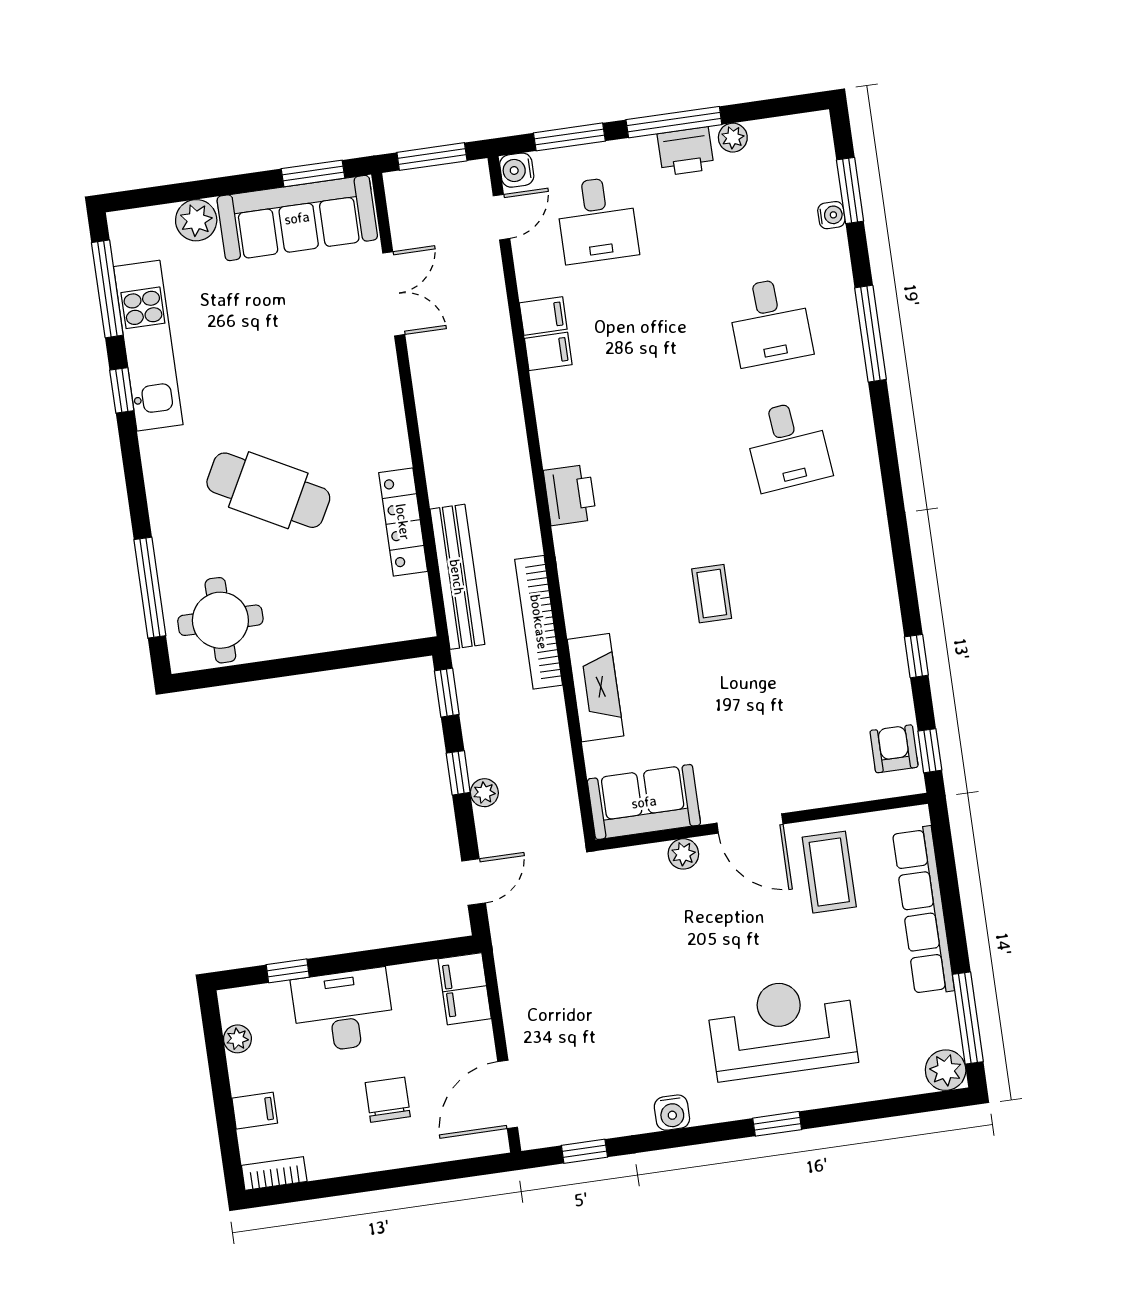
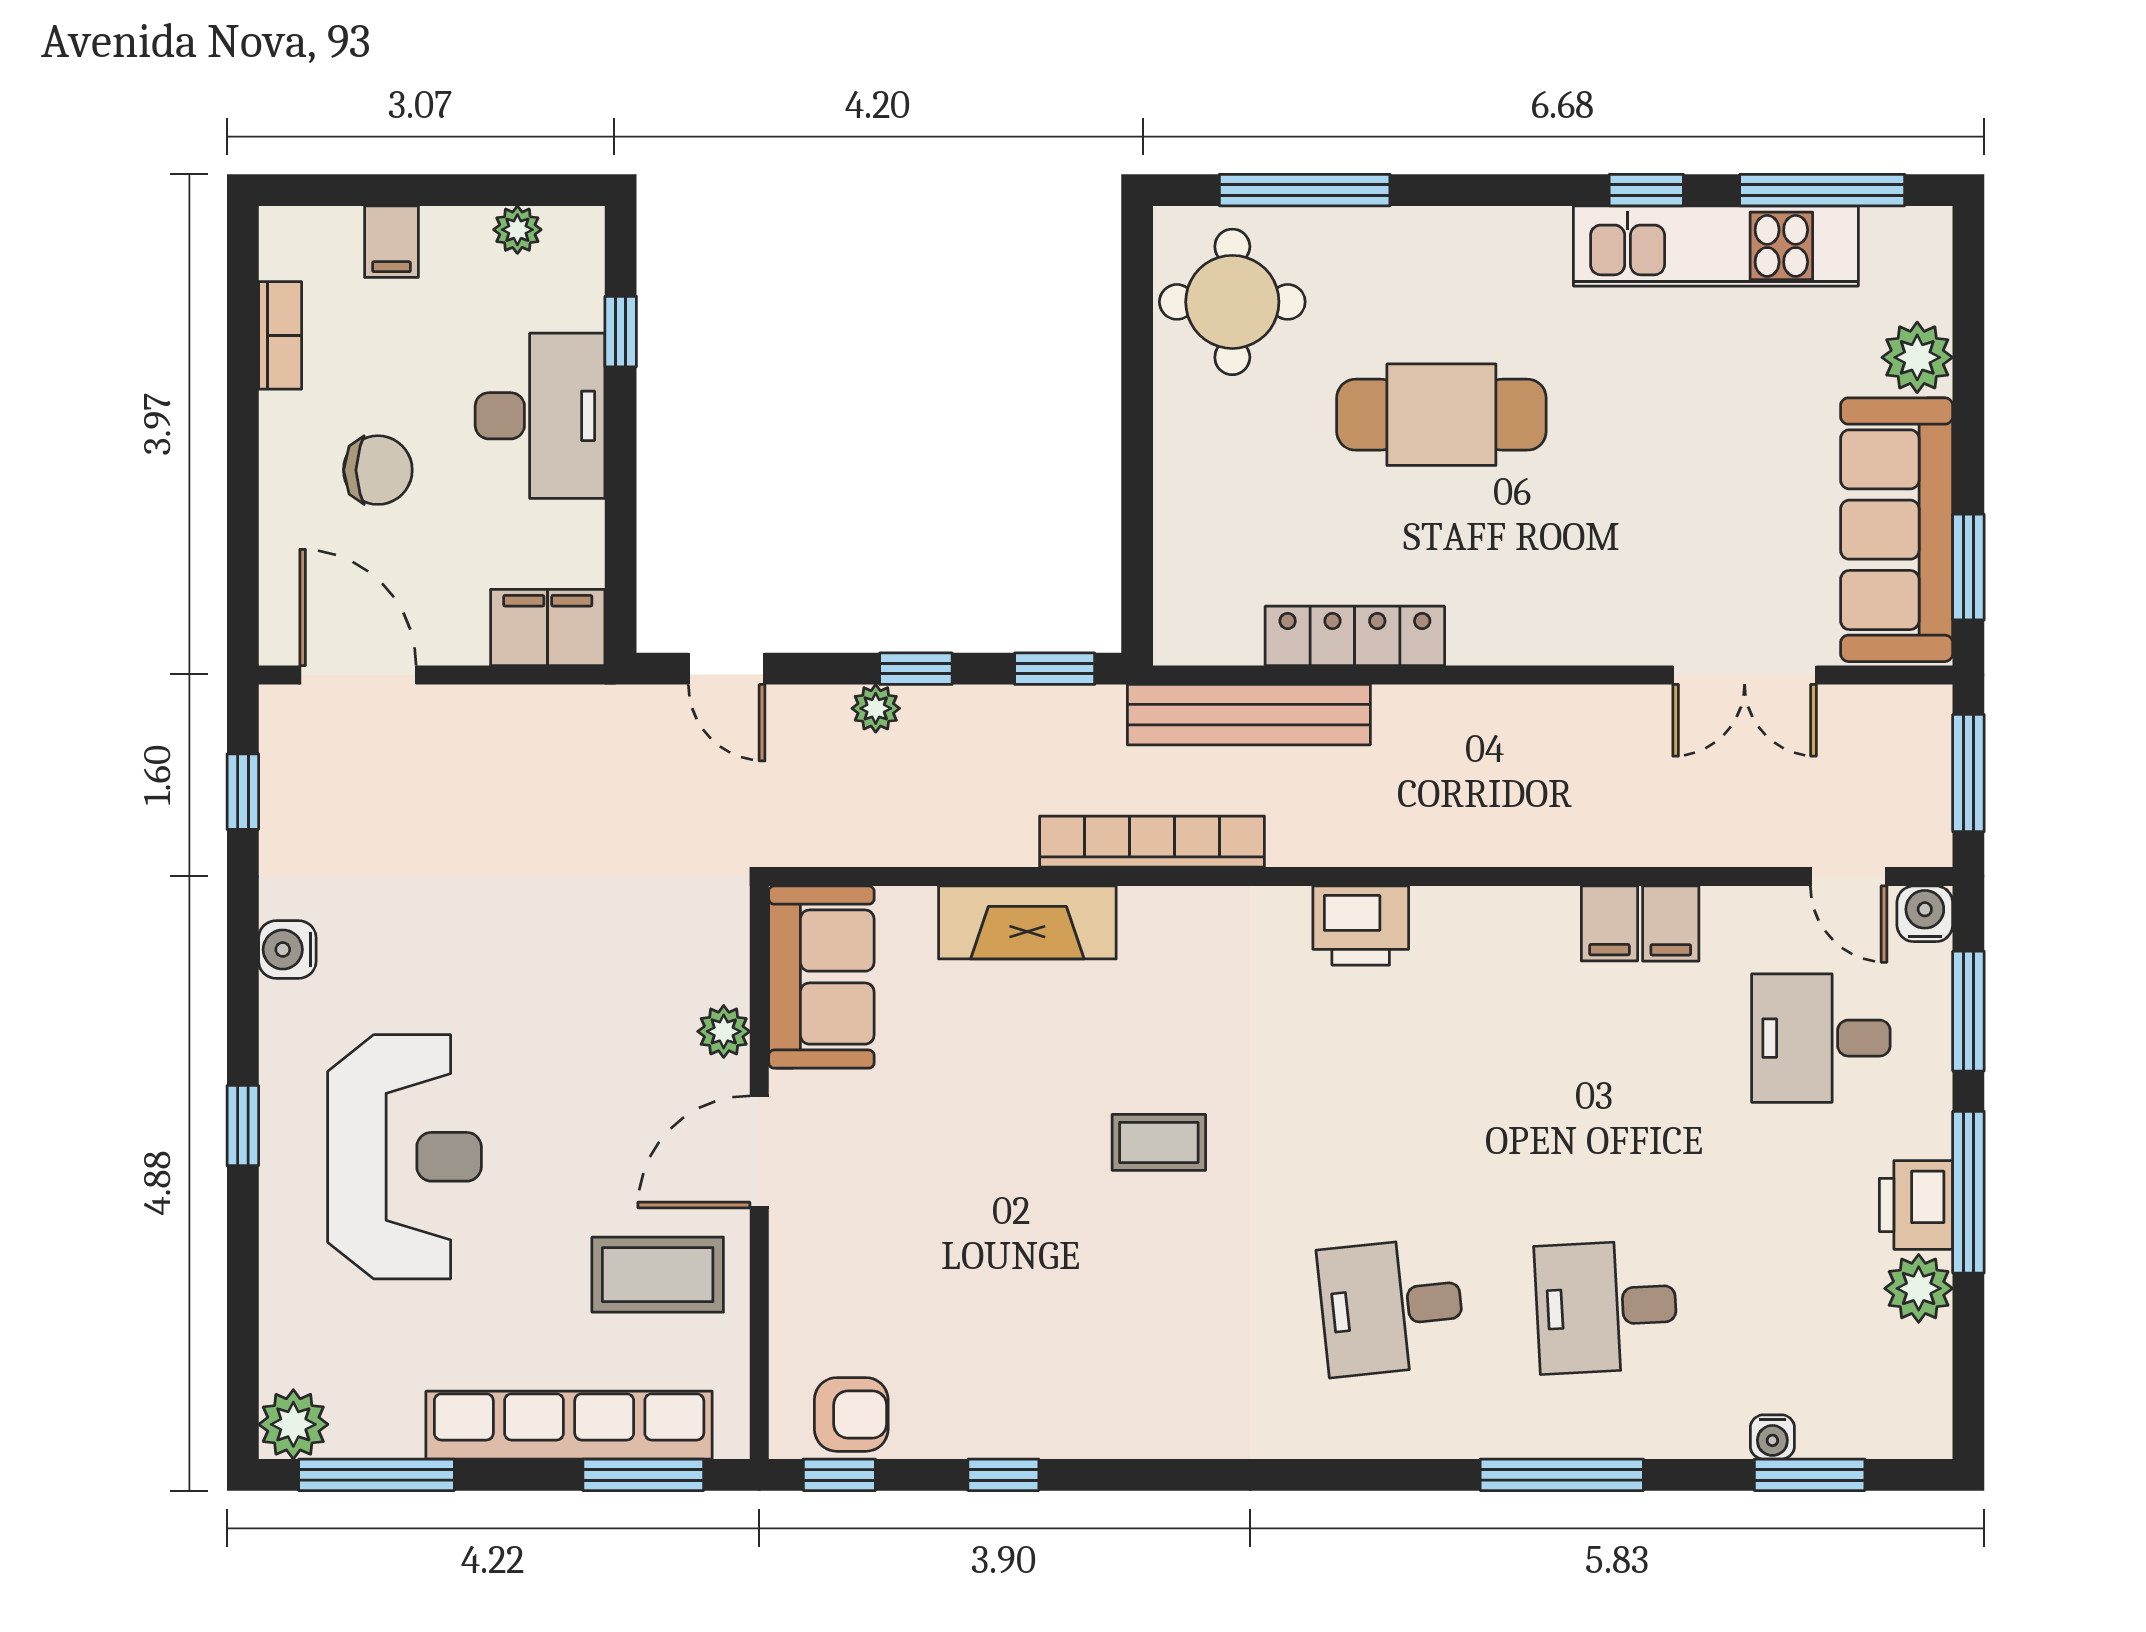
plant: (733, 138) -> (1919, 1288), width x1.38, depth x1.38
cafe table: (268, 490) -> (1441, 415), turned 62
window: (946, 864) -> (643, 1475), added
bookcase: (274, 1173) -> (280, 335), moved

